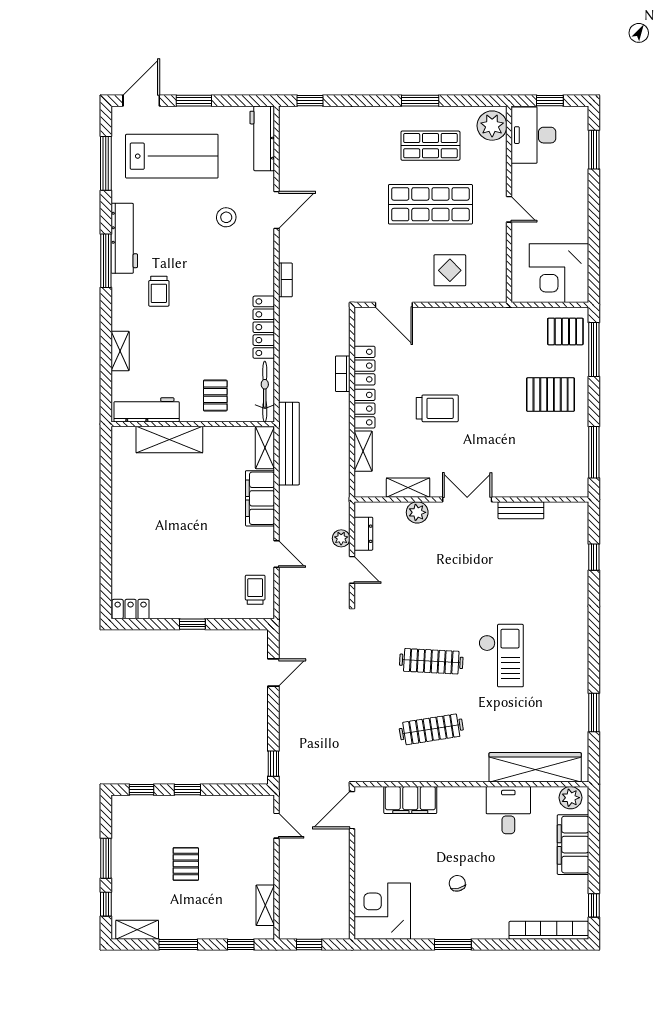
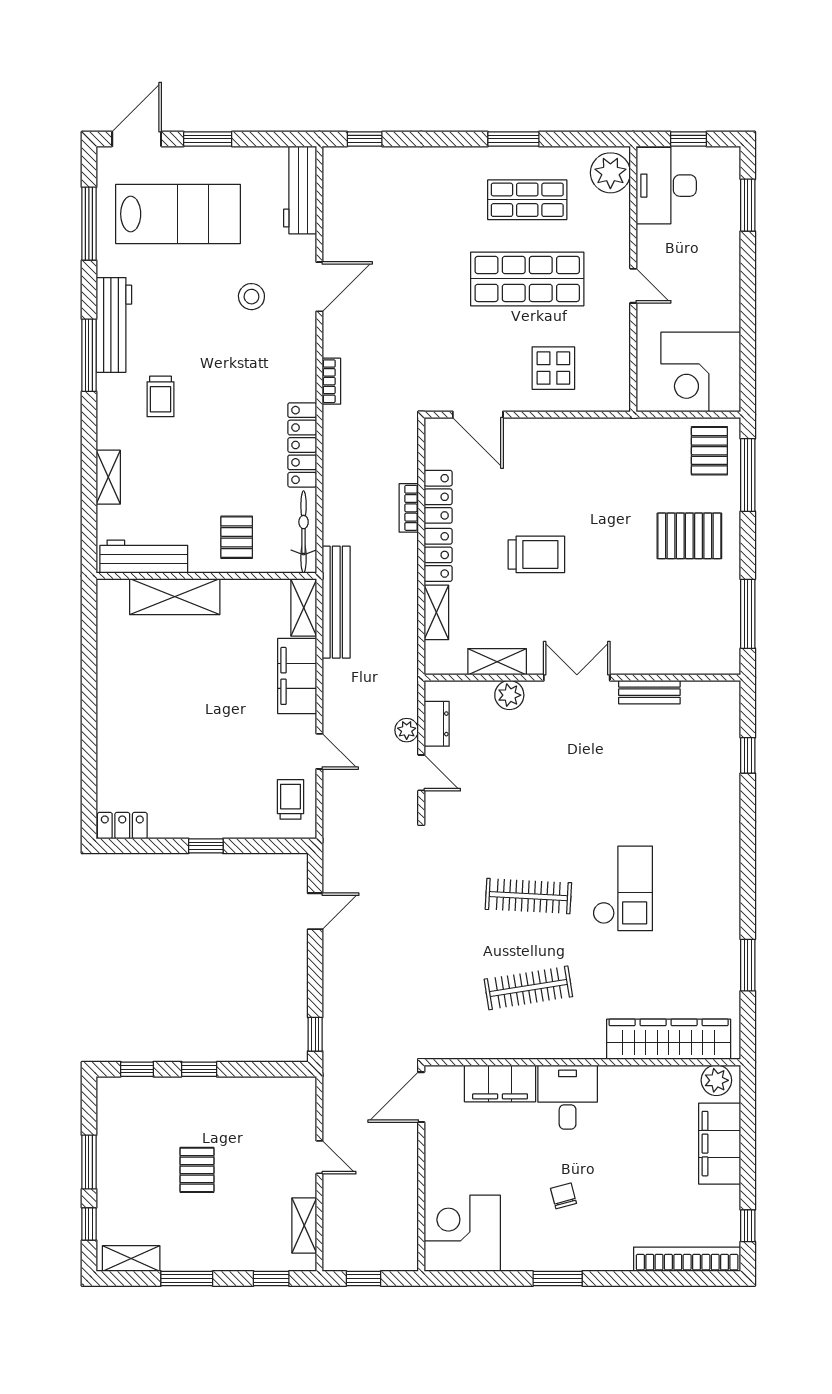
pallet: (565, 331) -> (709, 451), turned 90
desk: (508, 810) -> (568, 1097), moved
door: (277, 826) -> (319, 1157), moved

